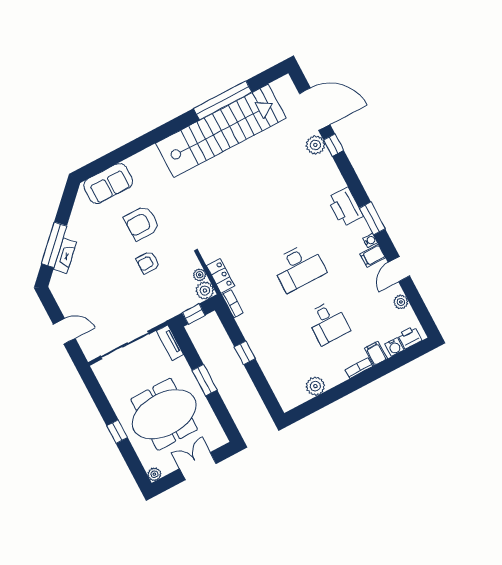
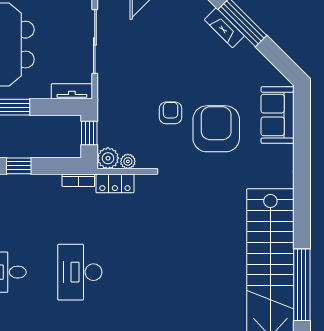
armchair: (142, 223) -> (216, 129), width x1.36, depth x1.36

